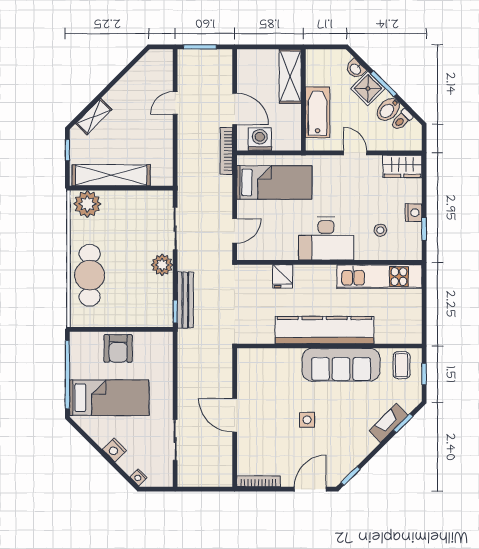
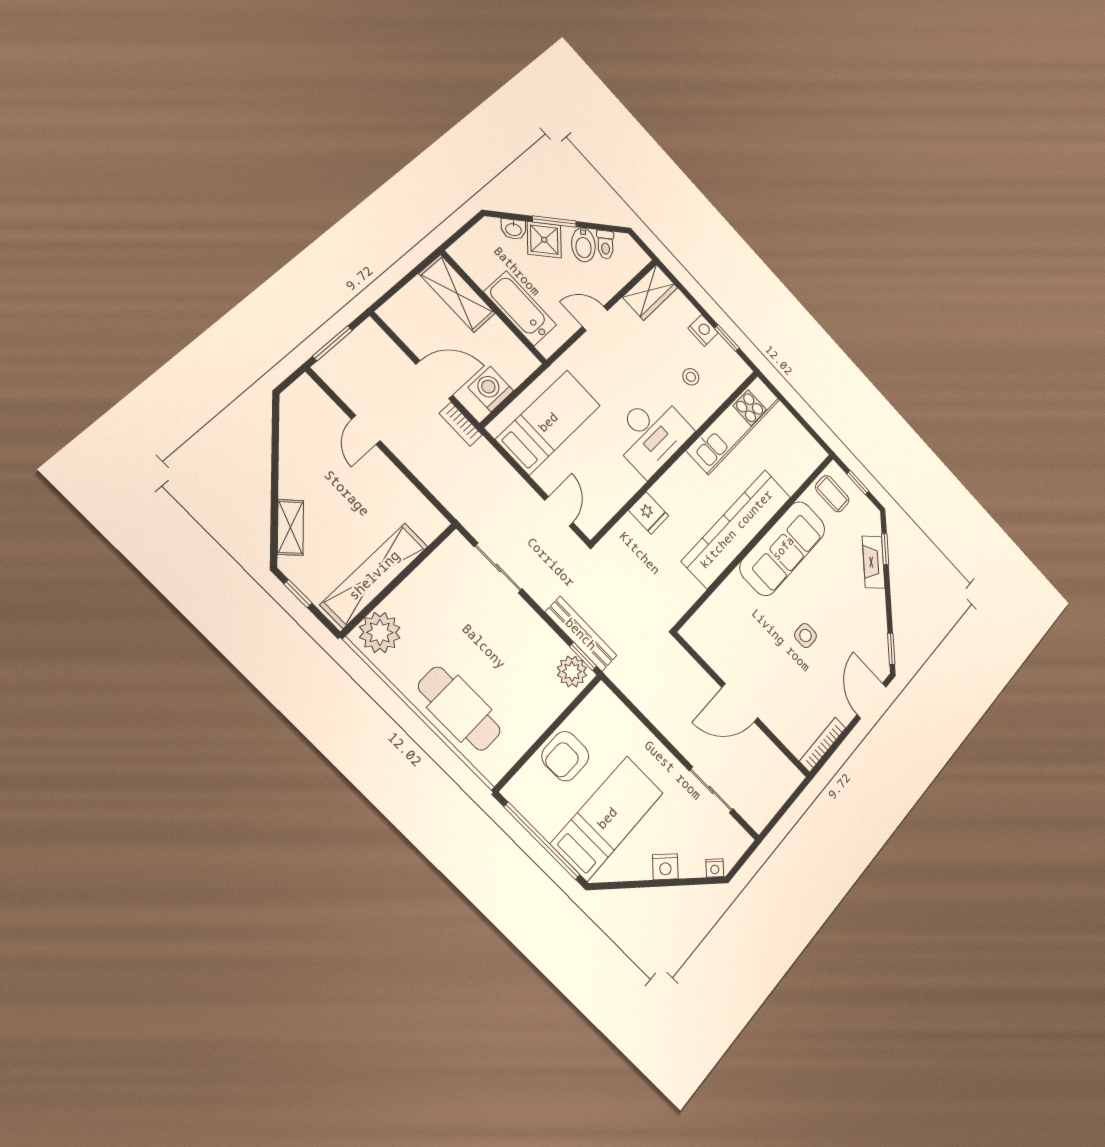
bookcase: (226, 151) -> (461, 424), width x0.64
plant: (162, 265) -> (572, 671), moved
armchair: (118, 348) -> (565, 756), turned 90

